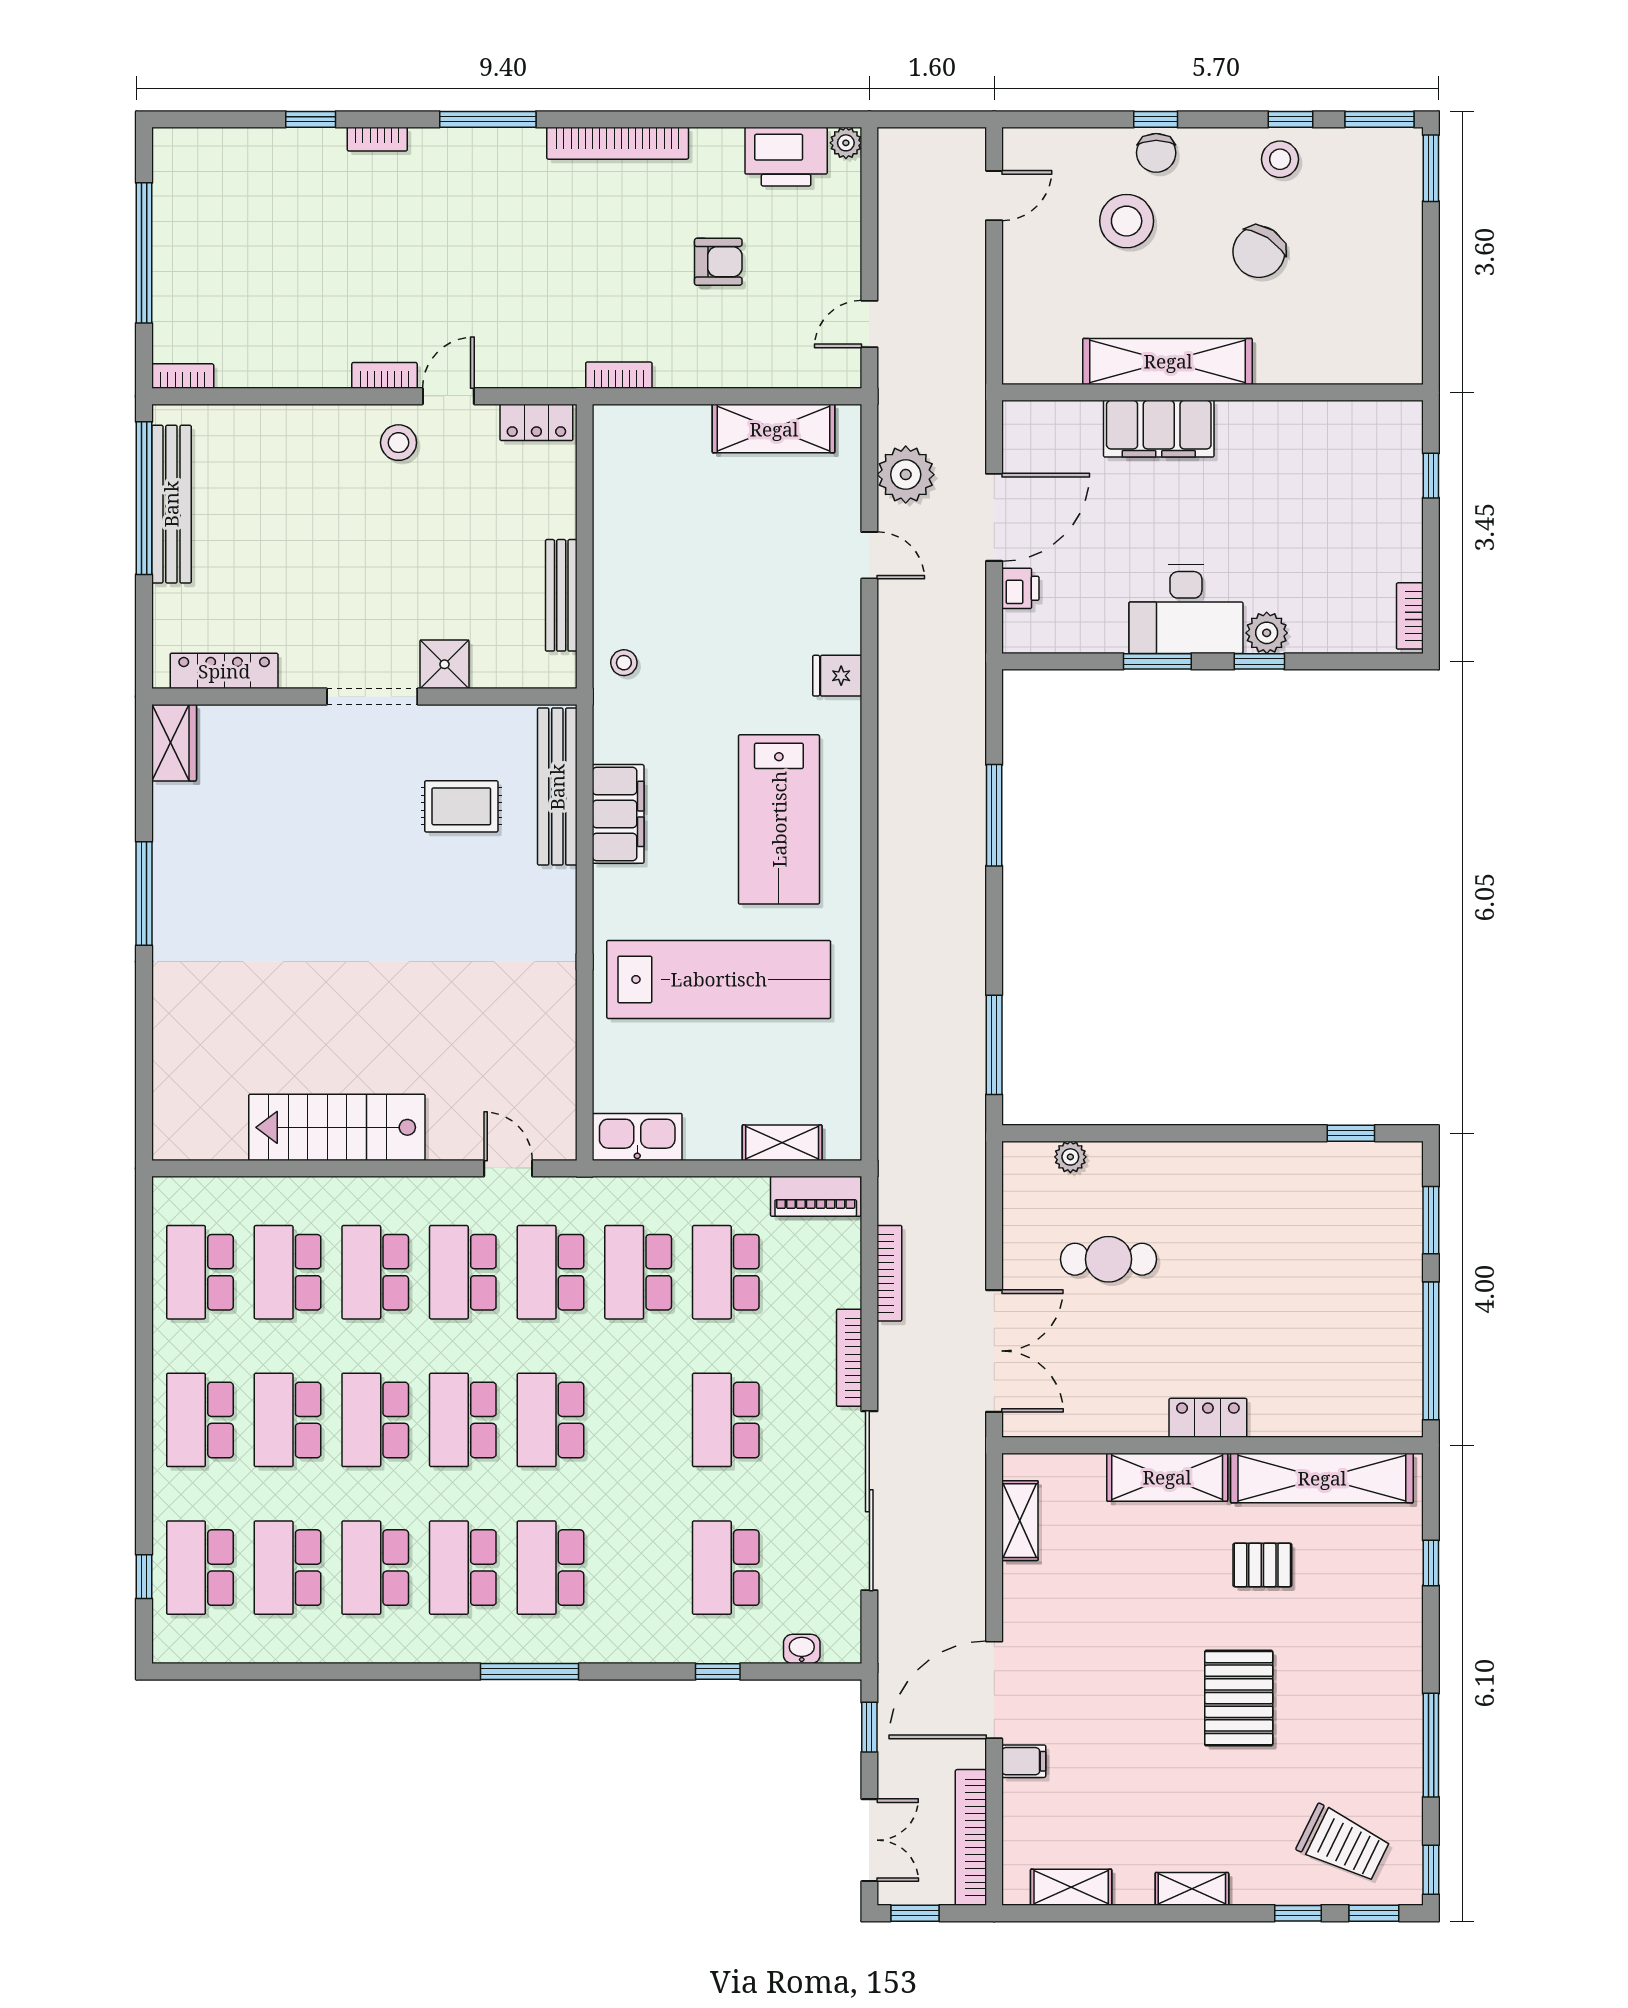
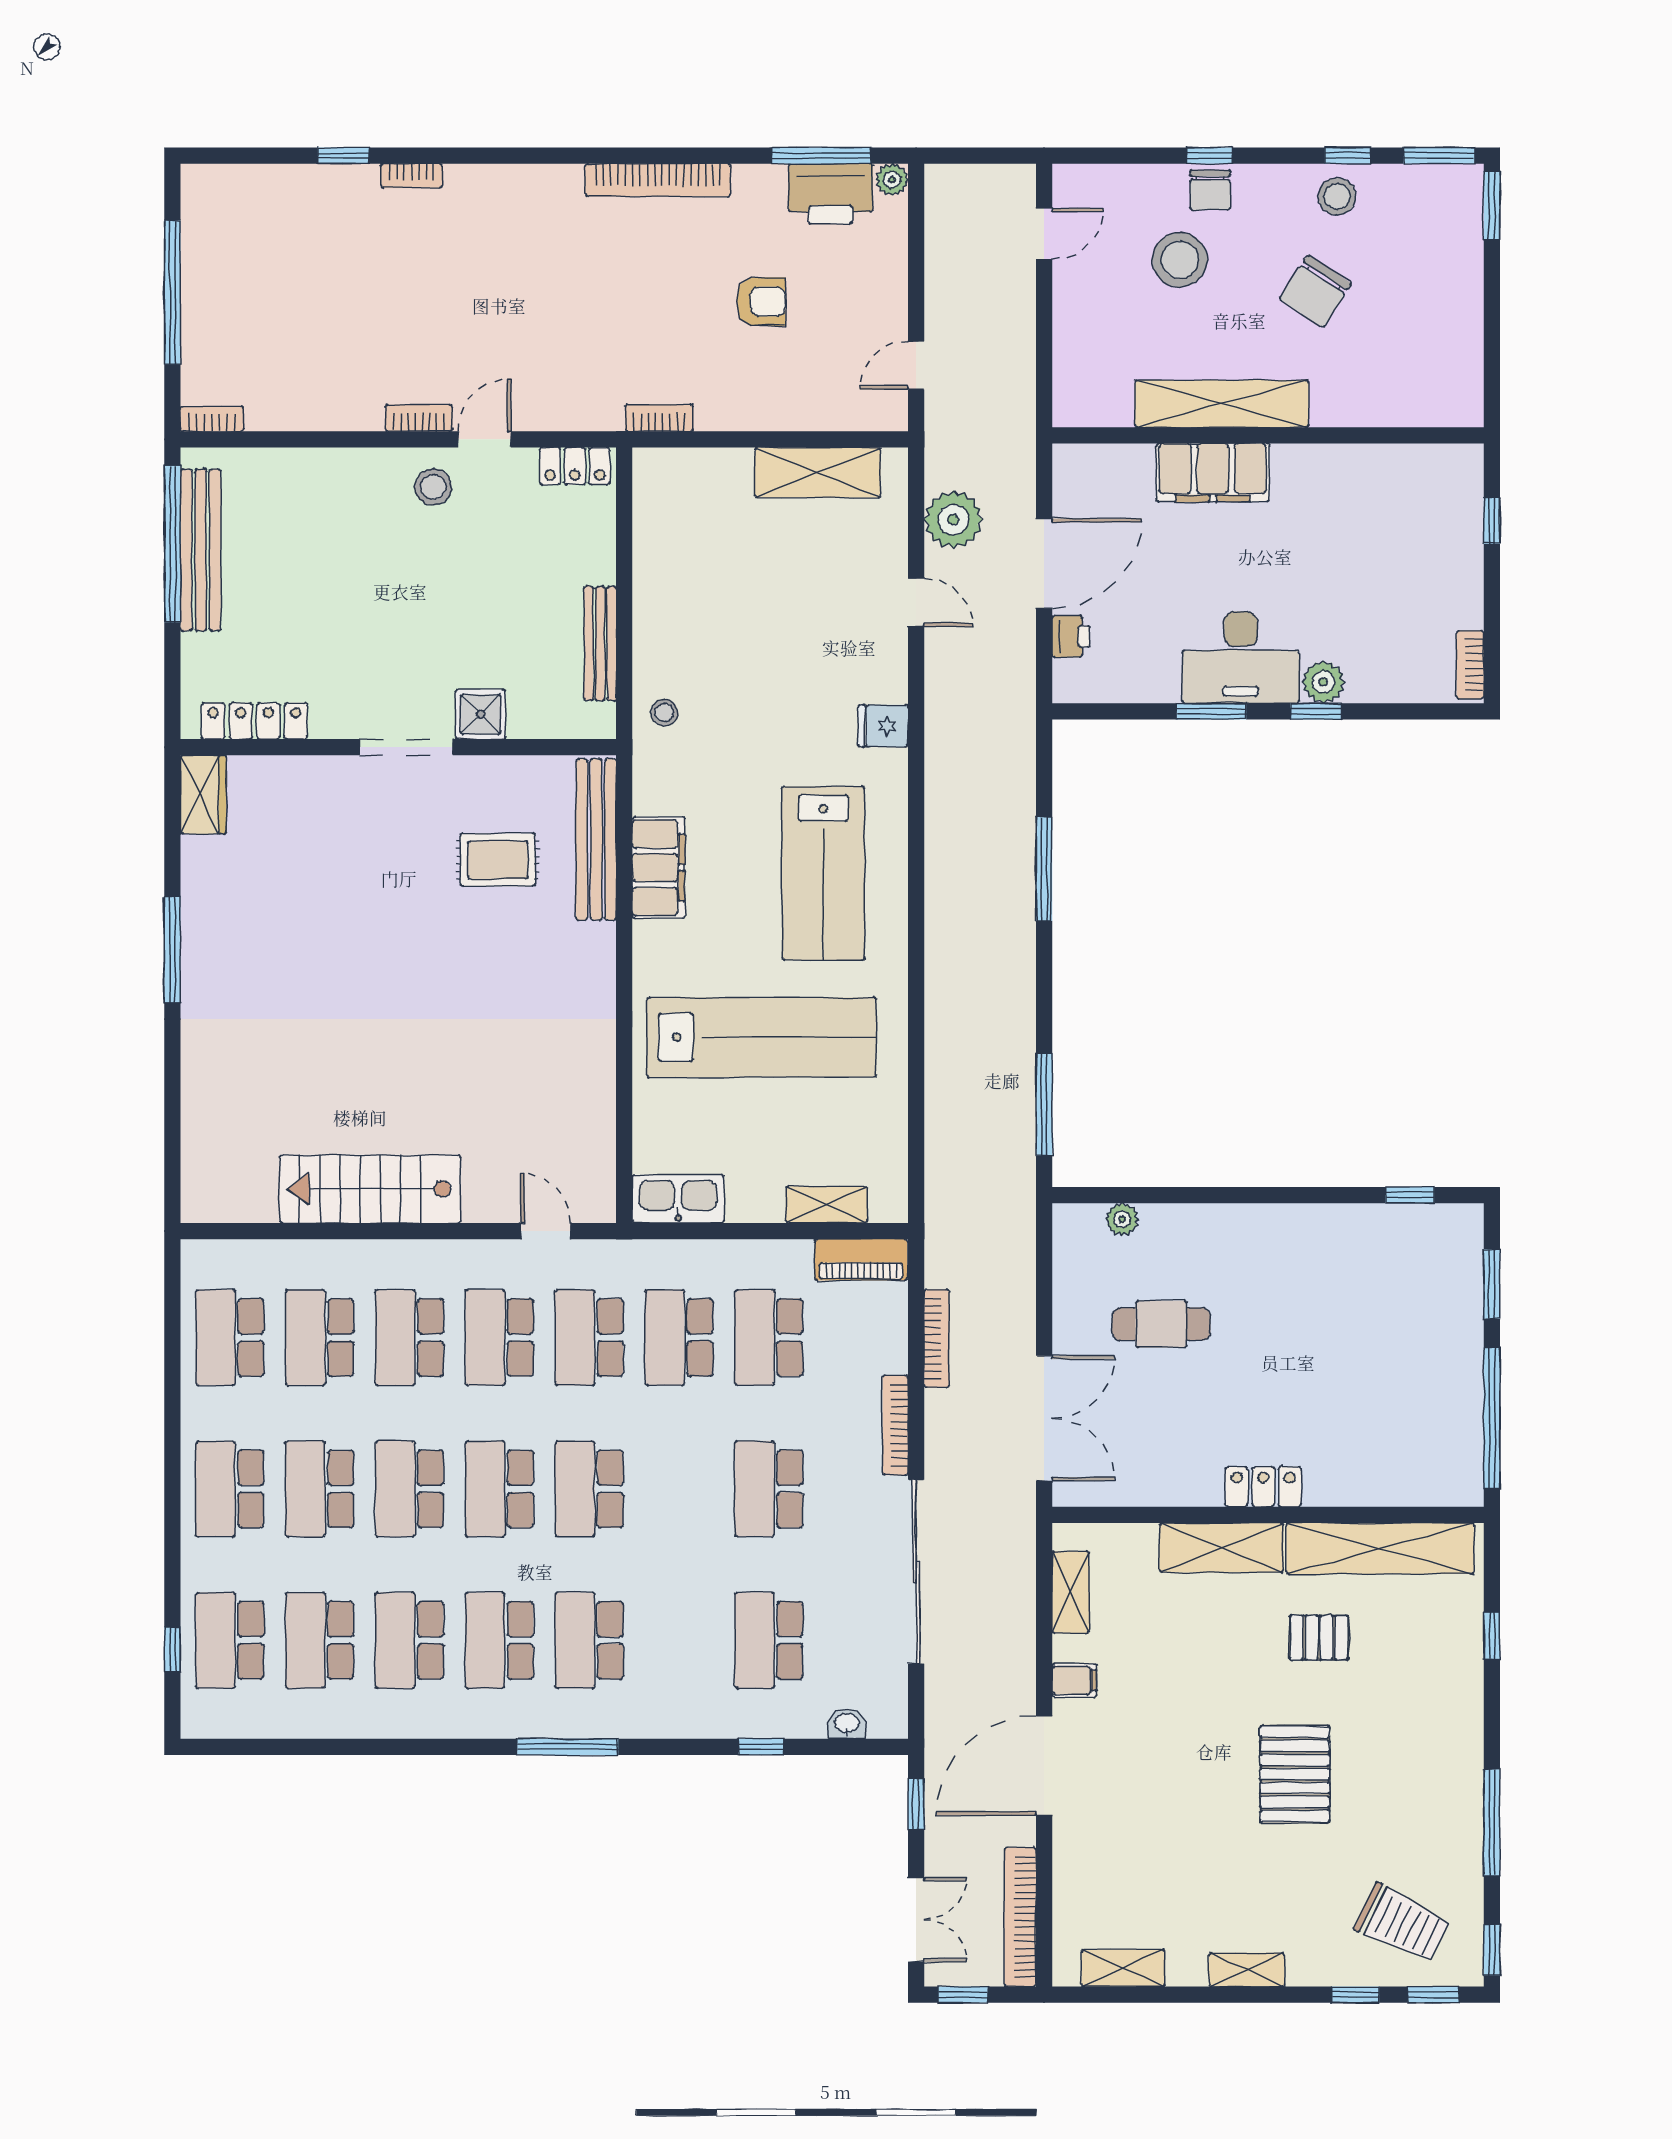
window: (488, 119) -> (821, 156), moved
filing cabinet: (1024, 1761) -> (1074, 1680), moved

